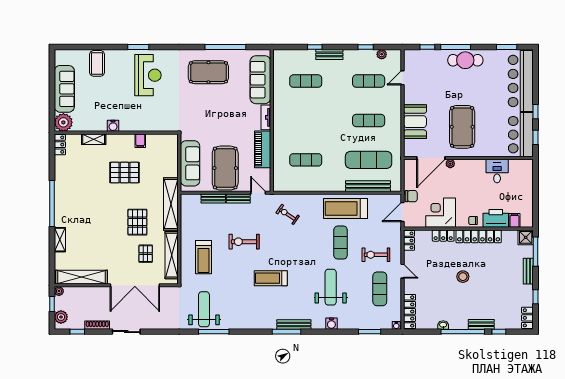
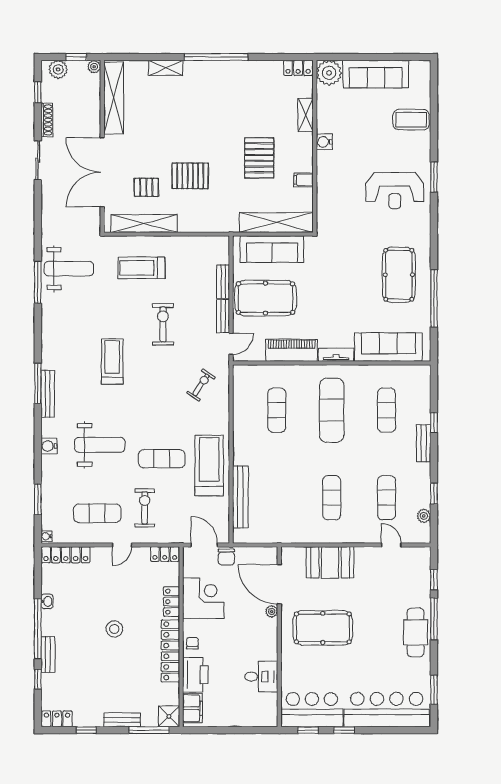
exercise mat: (369, 160) -> (332, 410), moved
shelving: (171, 204) -> (276, 222), moved
filing cabinet: (515, 220) -> (192, 708), width x2.00

